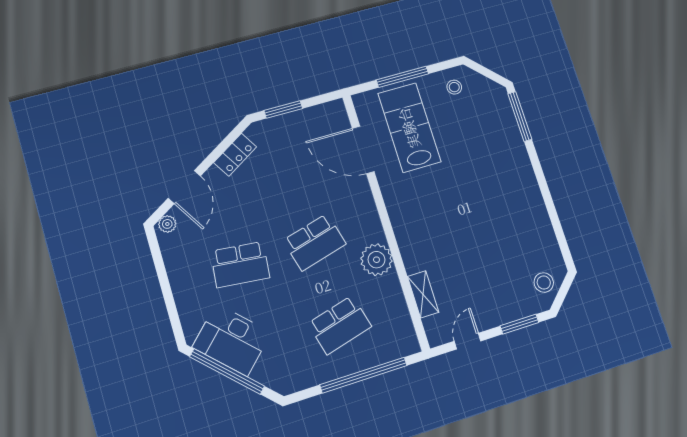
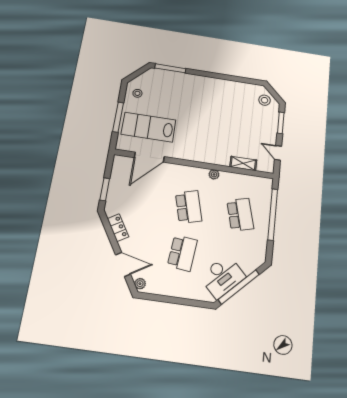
plant: (377, 260) -> (214, 174), width x0.53, depth x0.53

